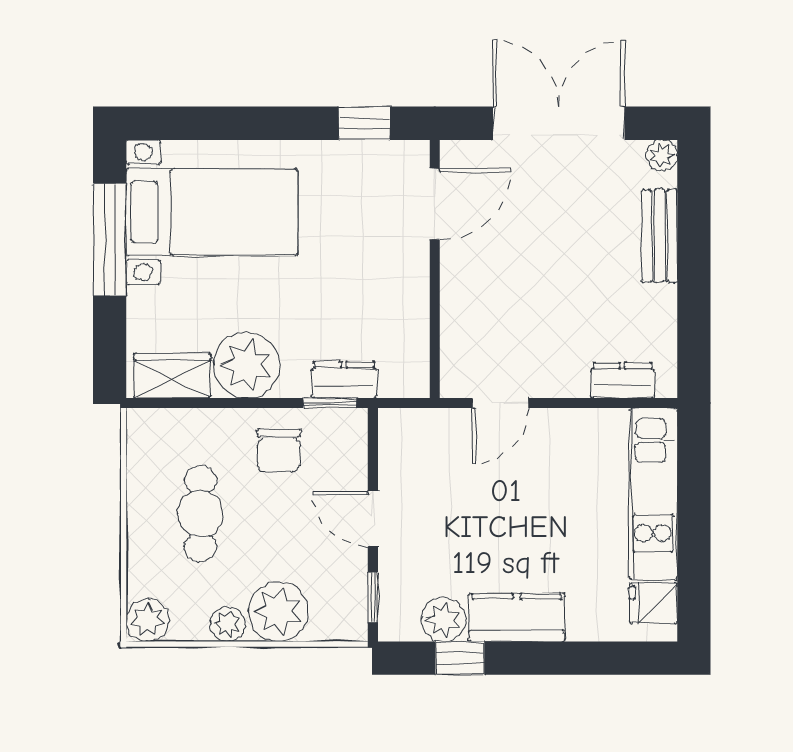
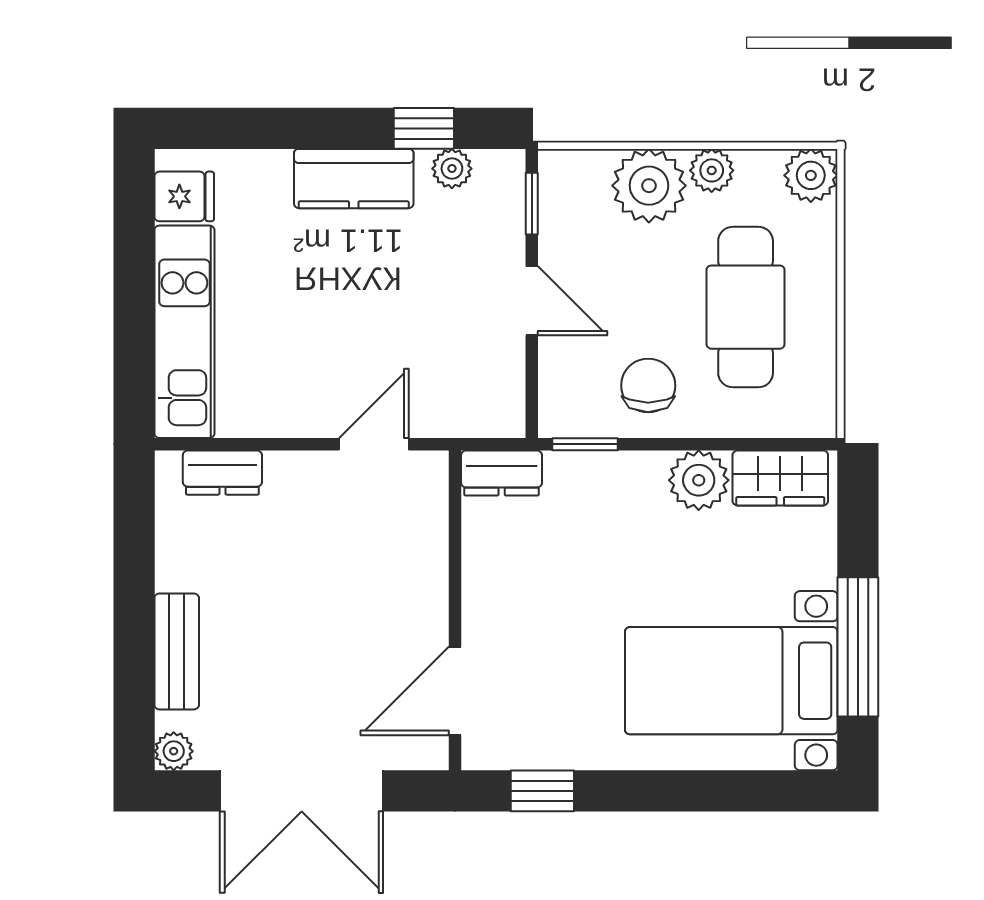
plant: (247, 365) -> (699, 480), width x0.73, depth x0.73
dresser: (344, 380) -> (502, 473), moved
cafe table: (200, 514) -> (746, 307), width x1.37, depth x1.35
plant: (443, 620) -> (452, 169), width x0.73, depth x0.73

